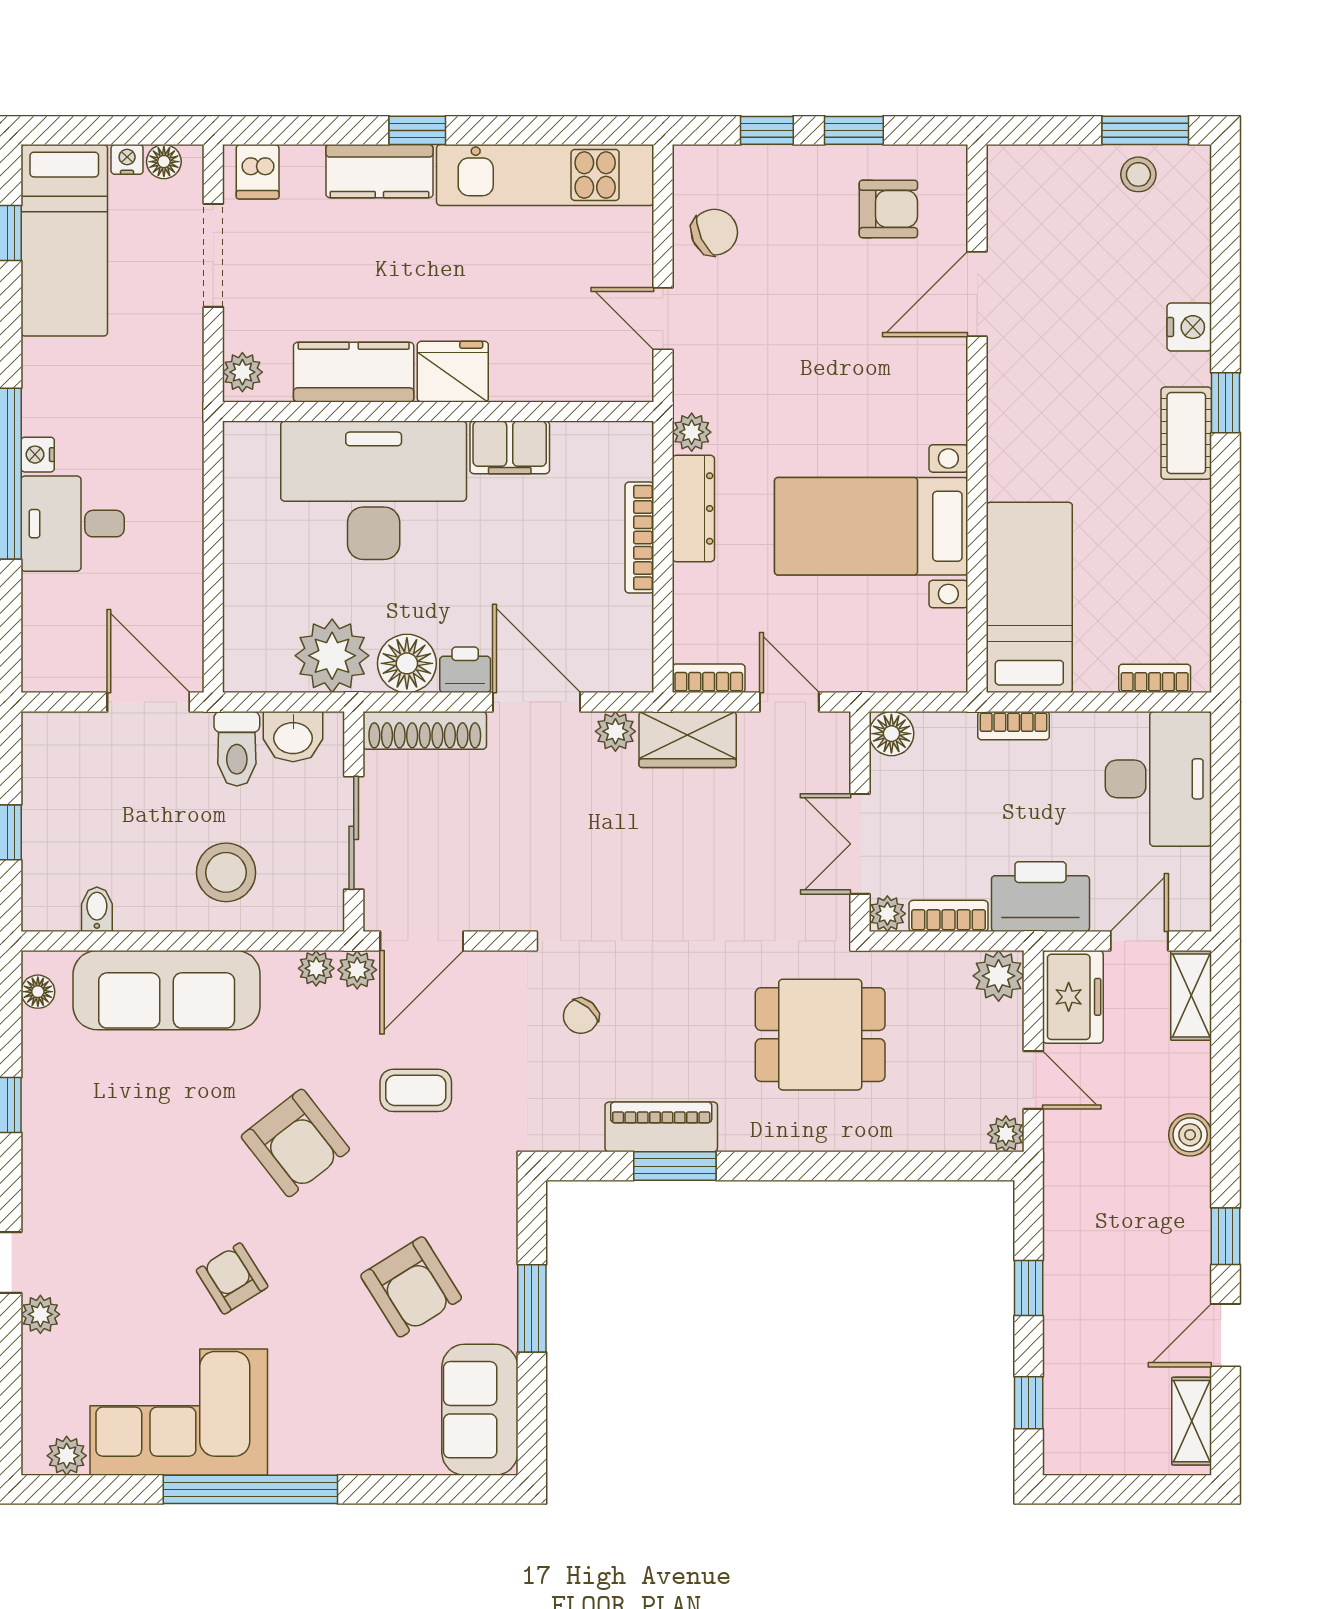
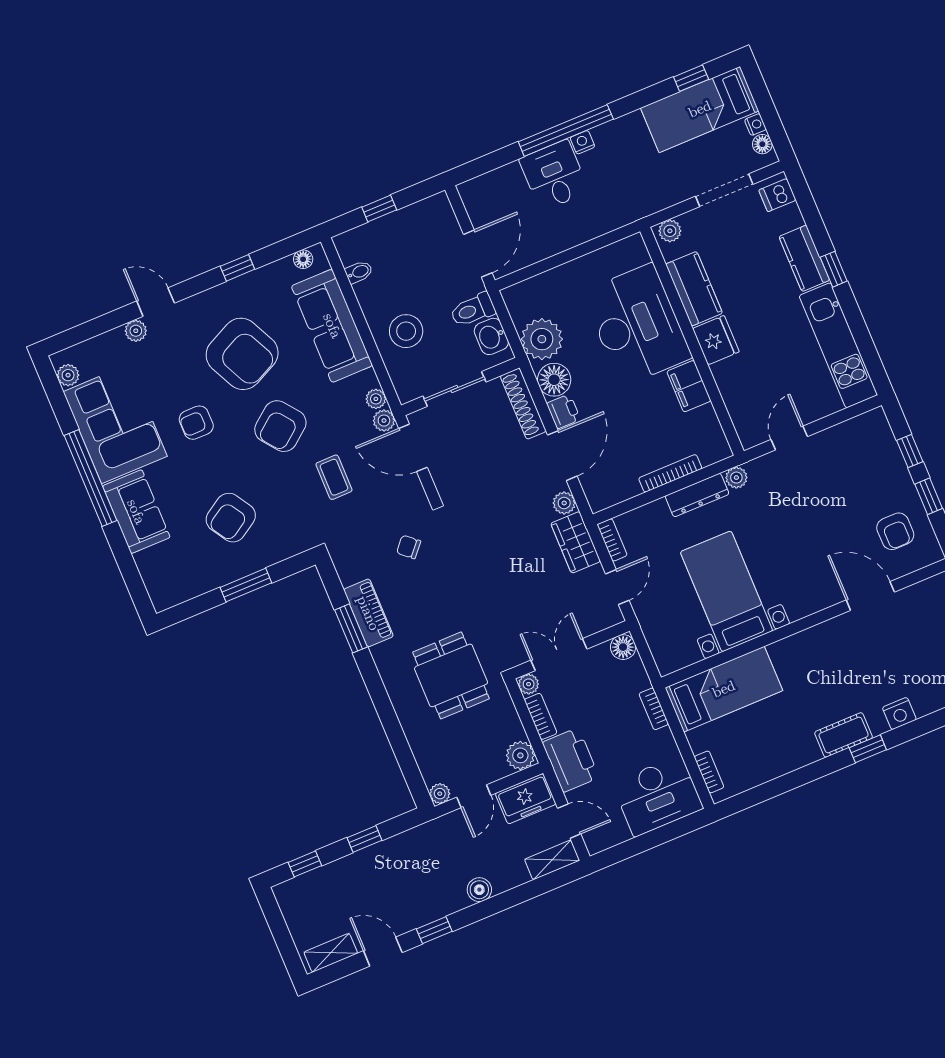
chair: (714, 232) -> (845, 446), removed
armchair: (151, 1156) -> (242, 354), added
armchair: (232, 1278) -> (196, 423), turned -148
sofa: (480, 1410) -> (136, 512), moved, turned 90

